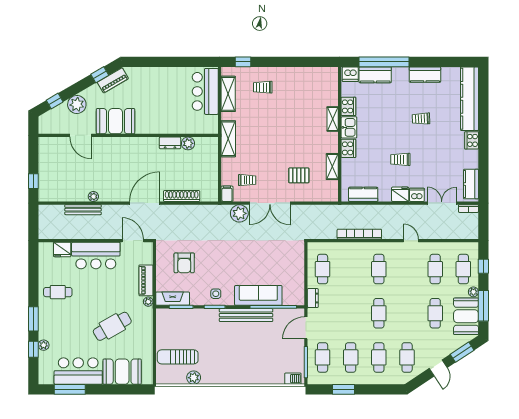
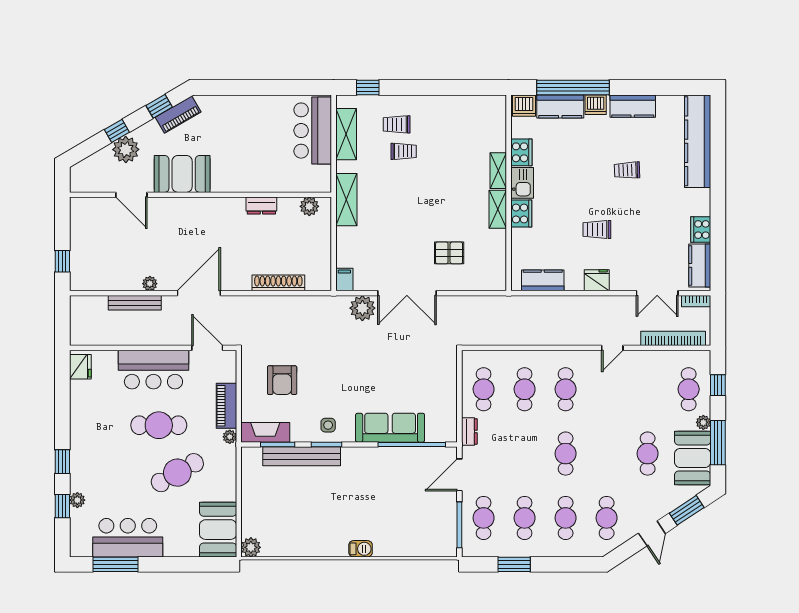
window: (55, 101) -> (117, 131), moved
cooker: (472, 140) -> (701, 230), moved
plant: (188, 143) -> (309, 206), moved
shelving: (332, 167) -> (498, 209), moved
trolley: (247, 180) -> (404, 151), moved
dishwasher: (417, 195) -> (596, 105), moved, turned 180
door: (145, 203) -> (199, 293), moved
double door: (442, 203) -> (657, 293), swing flipped
bookcase: (359, 234) -> (673, 338), moved
door: (411, 241) -> (612, 348), swing flipped
fridge: (62, 250) -> (80, 367), moved, turned -90
cafe table: (435, 269) -> (525, 389), moved
cafe table: (58, 292) -> (159, 425), moved, width x1.37, depth x1.35
bench: (246, 315) -> (302, 456), moved
window: (33, 319) -> (62, 462), width x0.67
sun lounger: (178, 357) -> (273, 517), removed
booth: (122, 372) -> (218, 530), moved, turned 90
plant: (194, 378) -> (251, 547), moved
barbecue: (293, 379) -> (361, 549), moved

